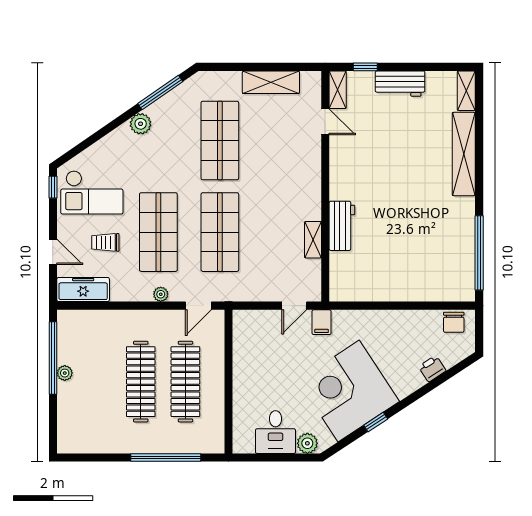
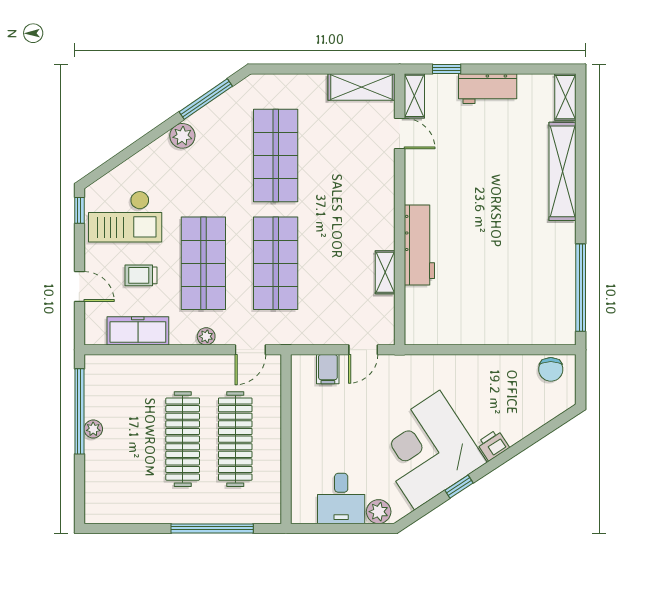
shelving: (271, 82) -> (362, 87), moved
workbench: (342, 226) -> (419, 245), width x1.37
freezer: (83, 290) -> (138, 331), moved
filing cabinet: (322, 322) -> (328, 369), moved
printer: (432, 369) -> (493, 445), moved

